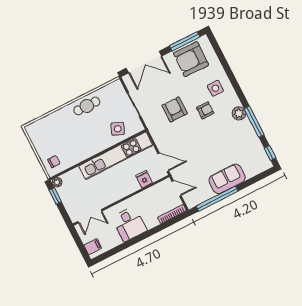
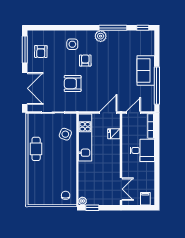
armchair: (191, 59) -> (41, 52), width x0.53, depth x0.53
kitchen unit: (116, 156) -> (85, 138), width x0.73
desk: (129, 224) -> (142, 150), moved

